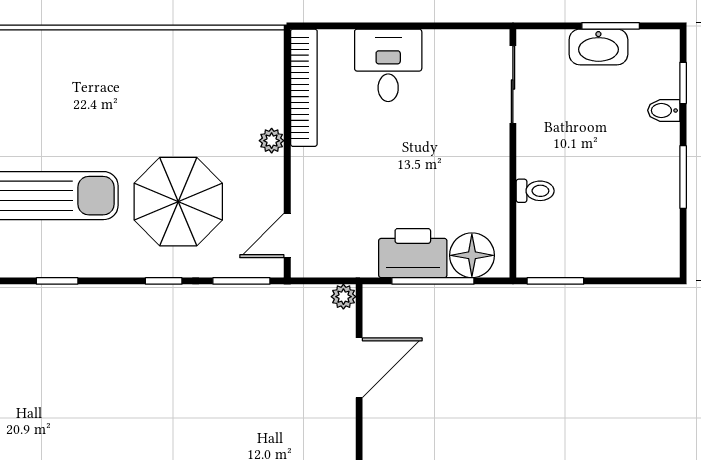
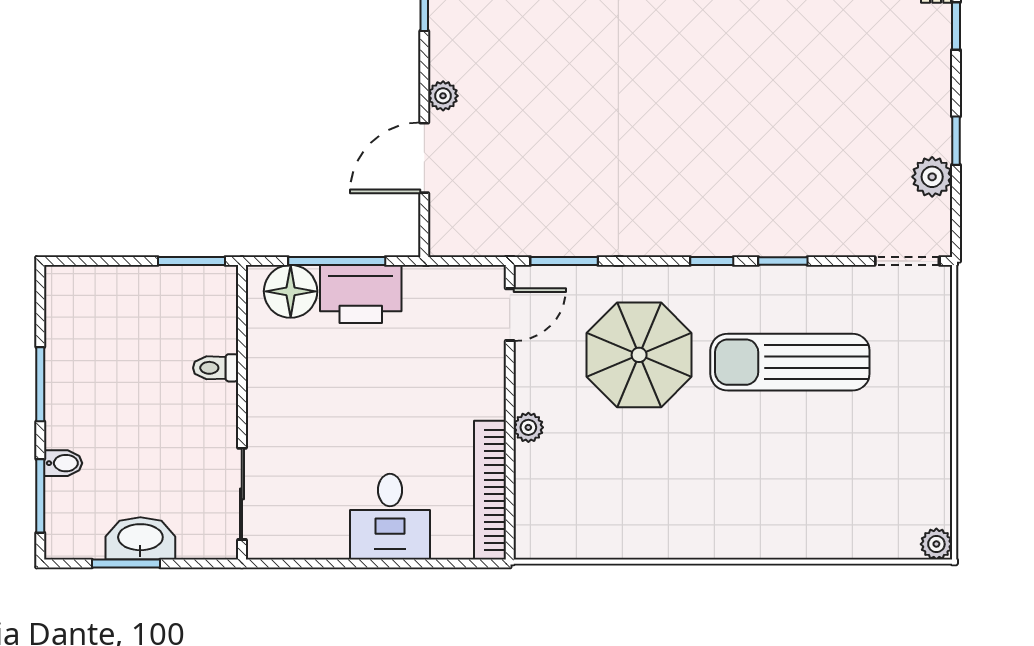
window: (683, 83) -> (40, 496), width x1.50
window: (164, 281) -> (712, 261), moved
plant: (343, 297) -> (443, 96), moved

